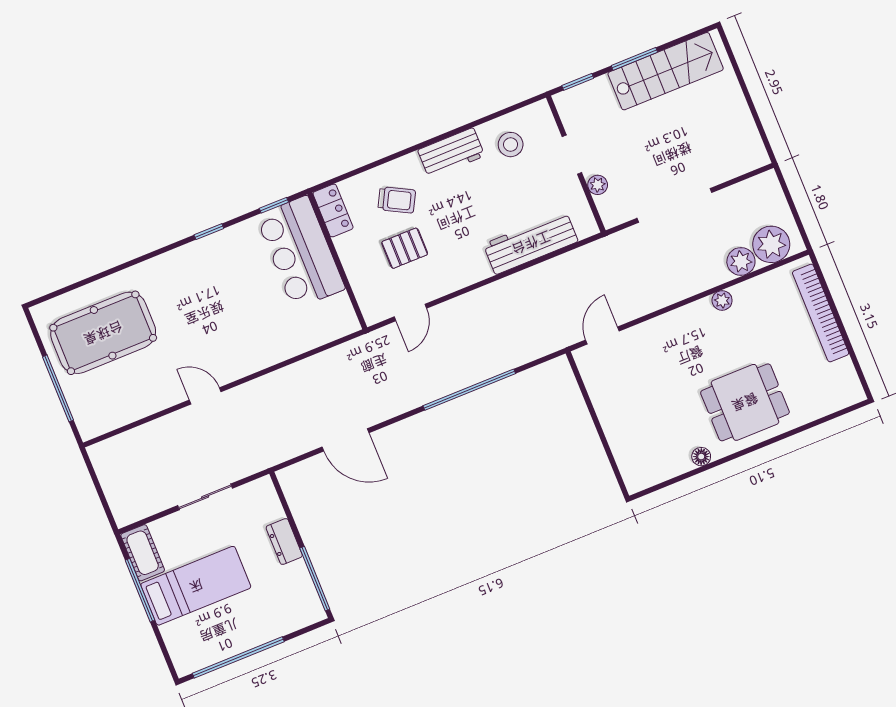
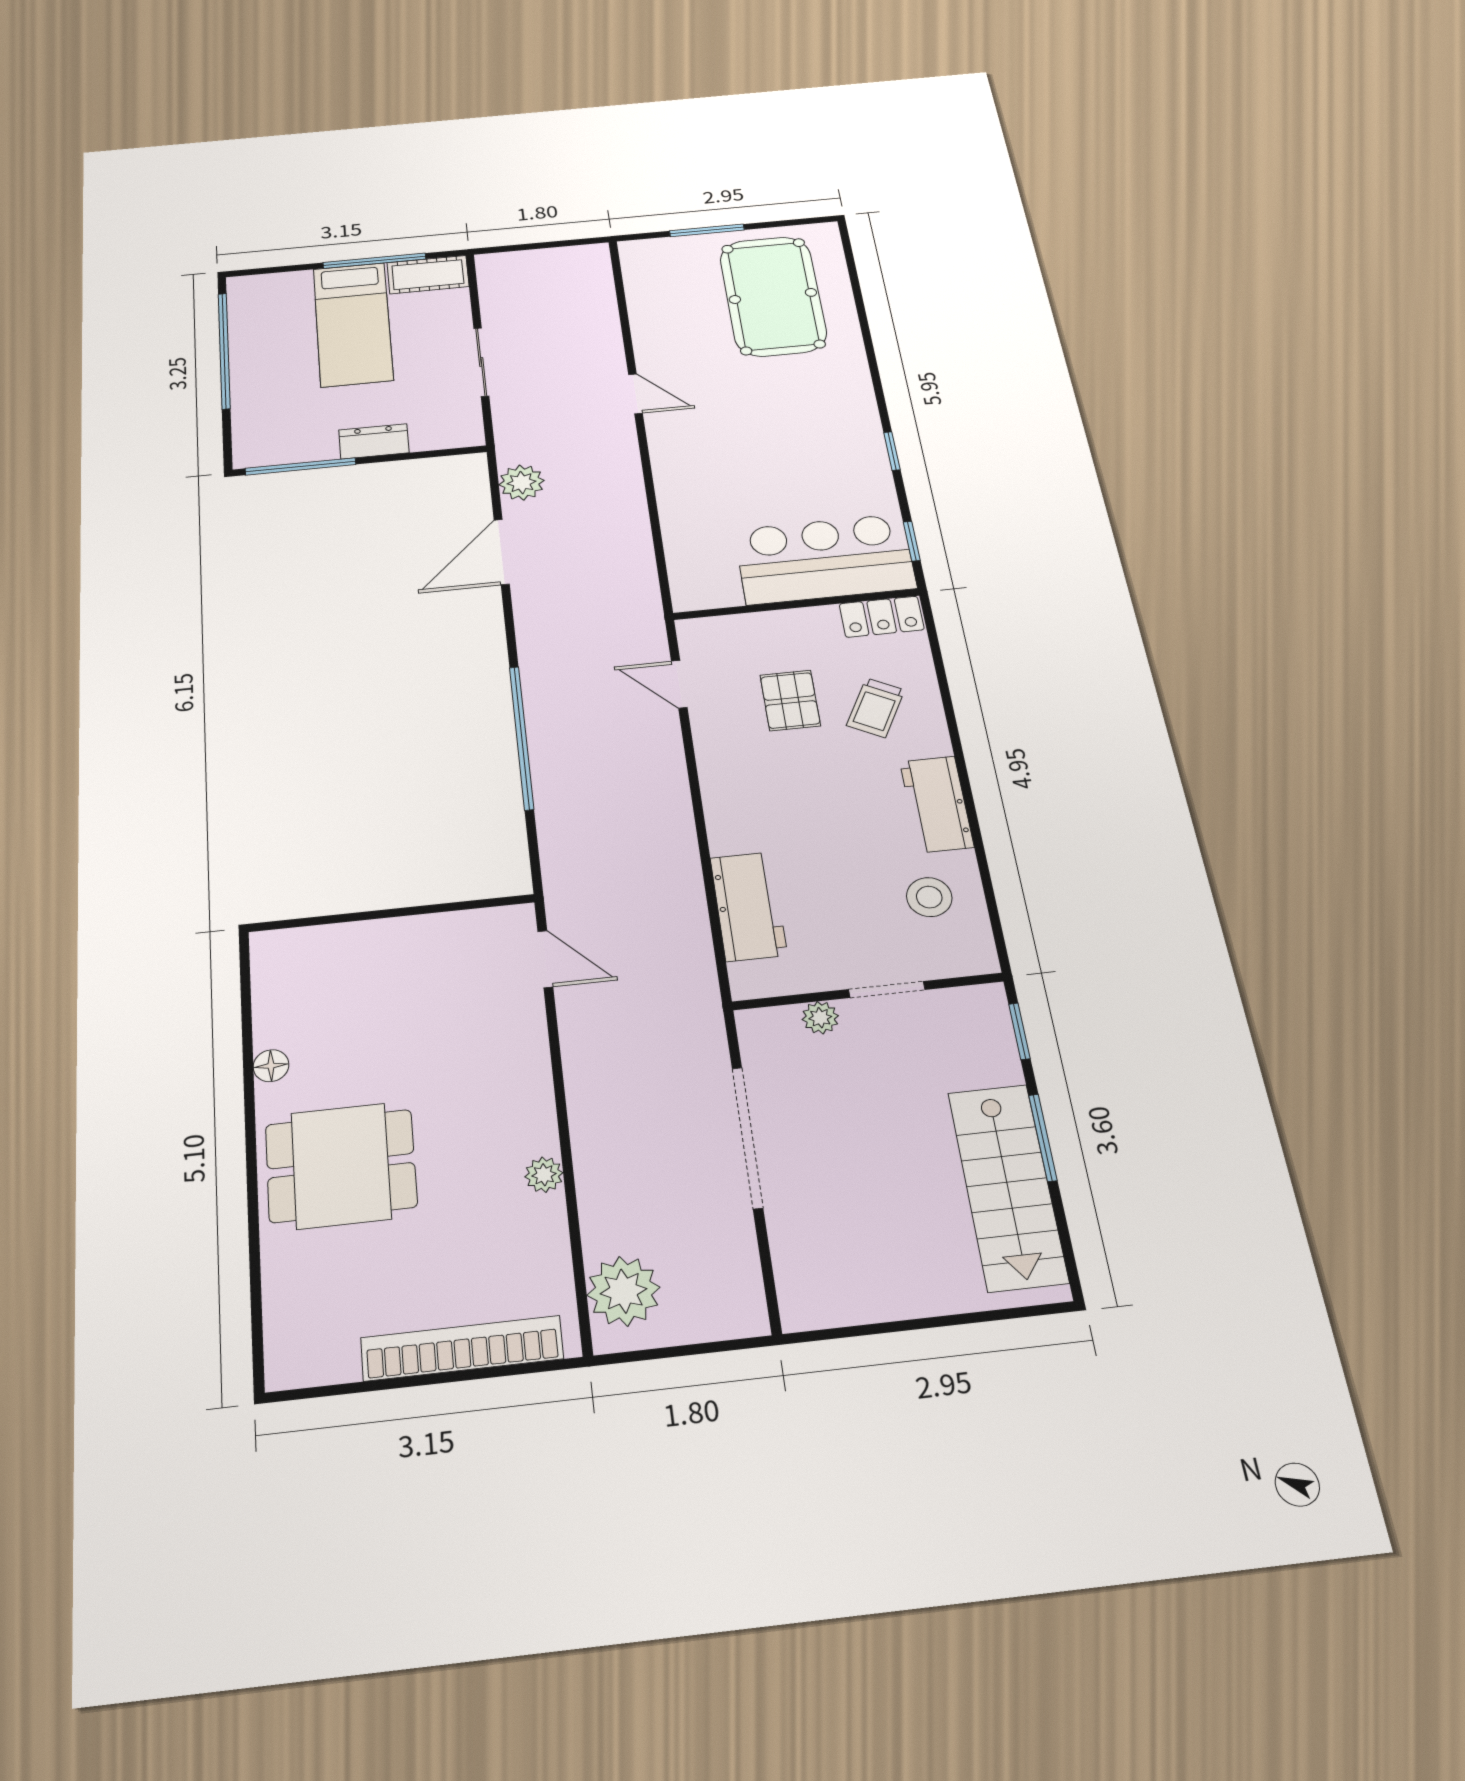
workbench: (531, 243) -> (749, 906), width x0.73
plant: (741, 261) -> (522, 483), moved
window: (58, 388) -> (707, 230), width x0.69
door: (205, 396) -> (636, 394), hinge flipped
dining table: (745, 402) -> (341, 1166), turned 90

